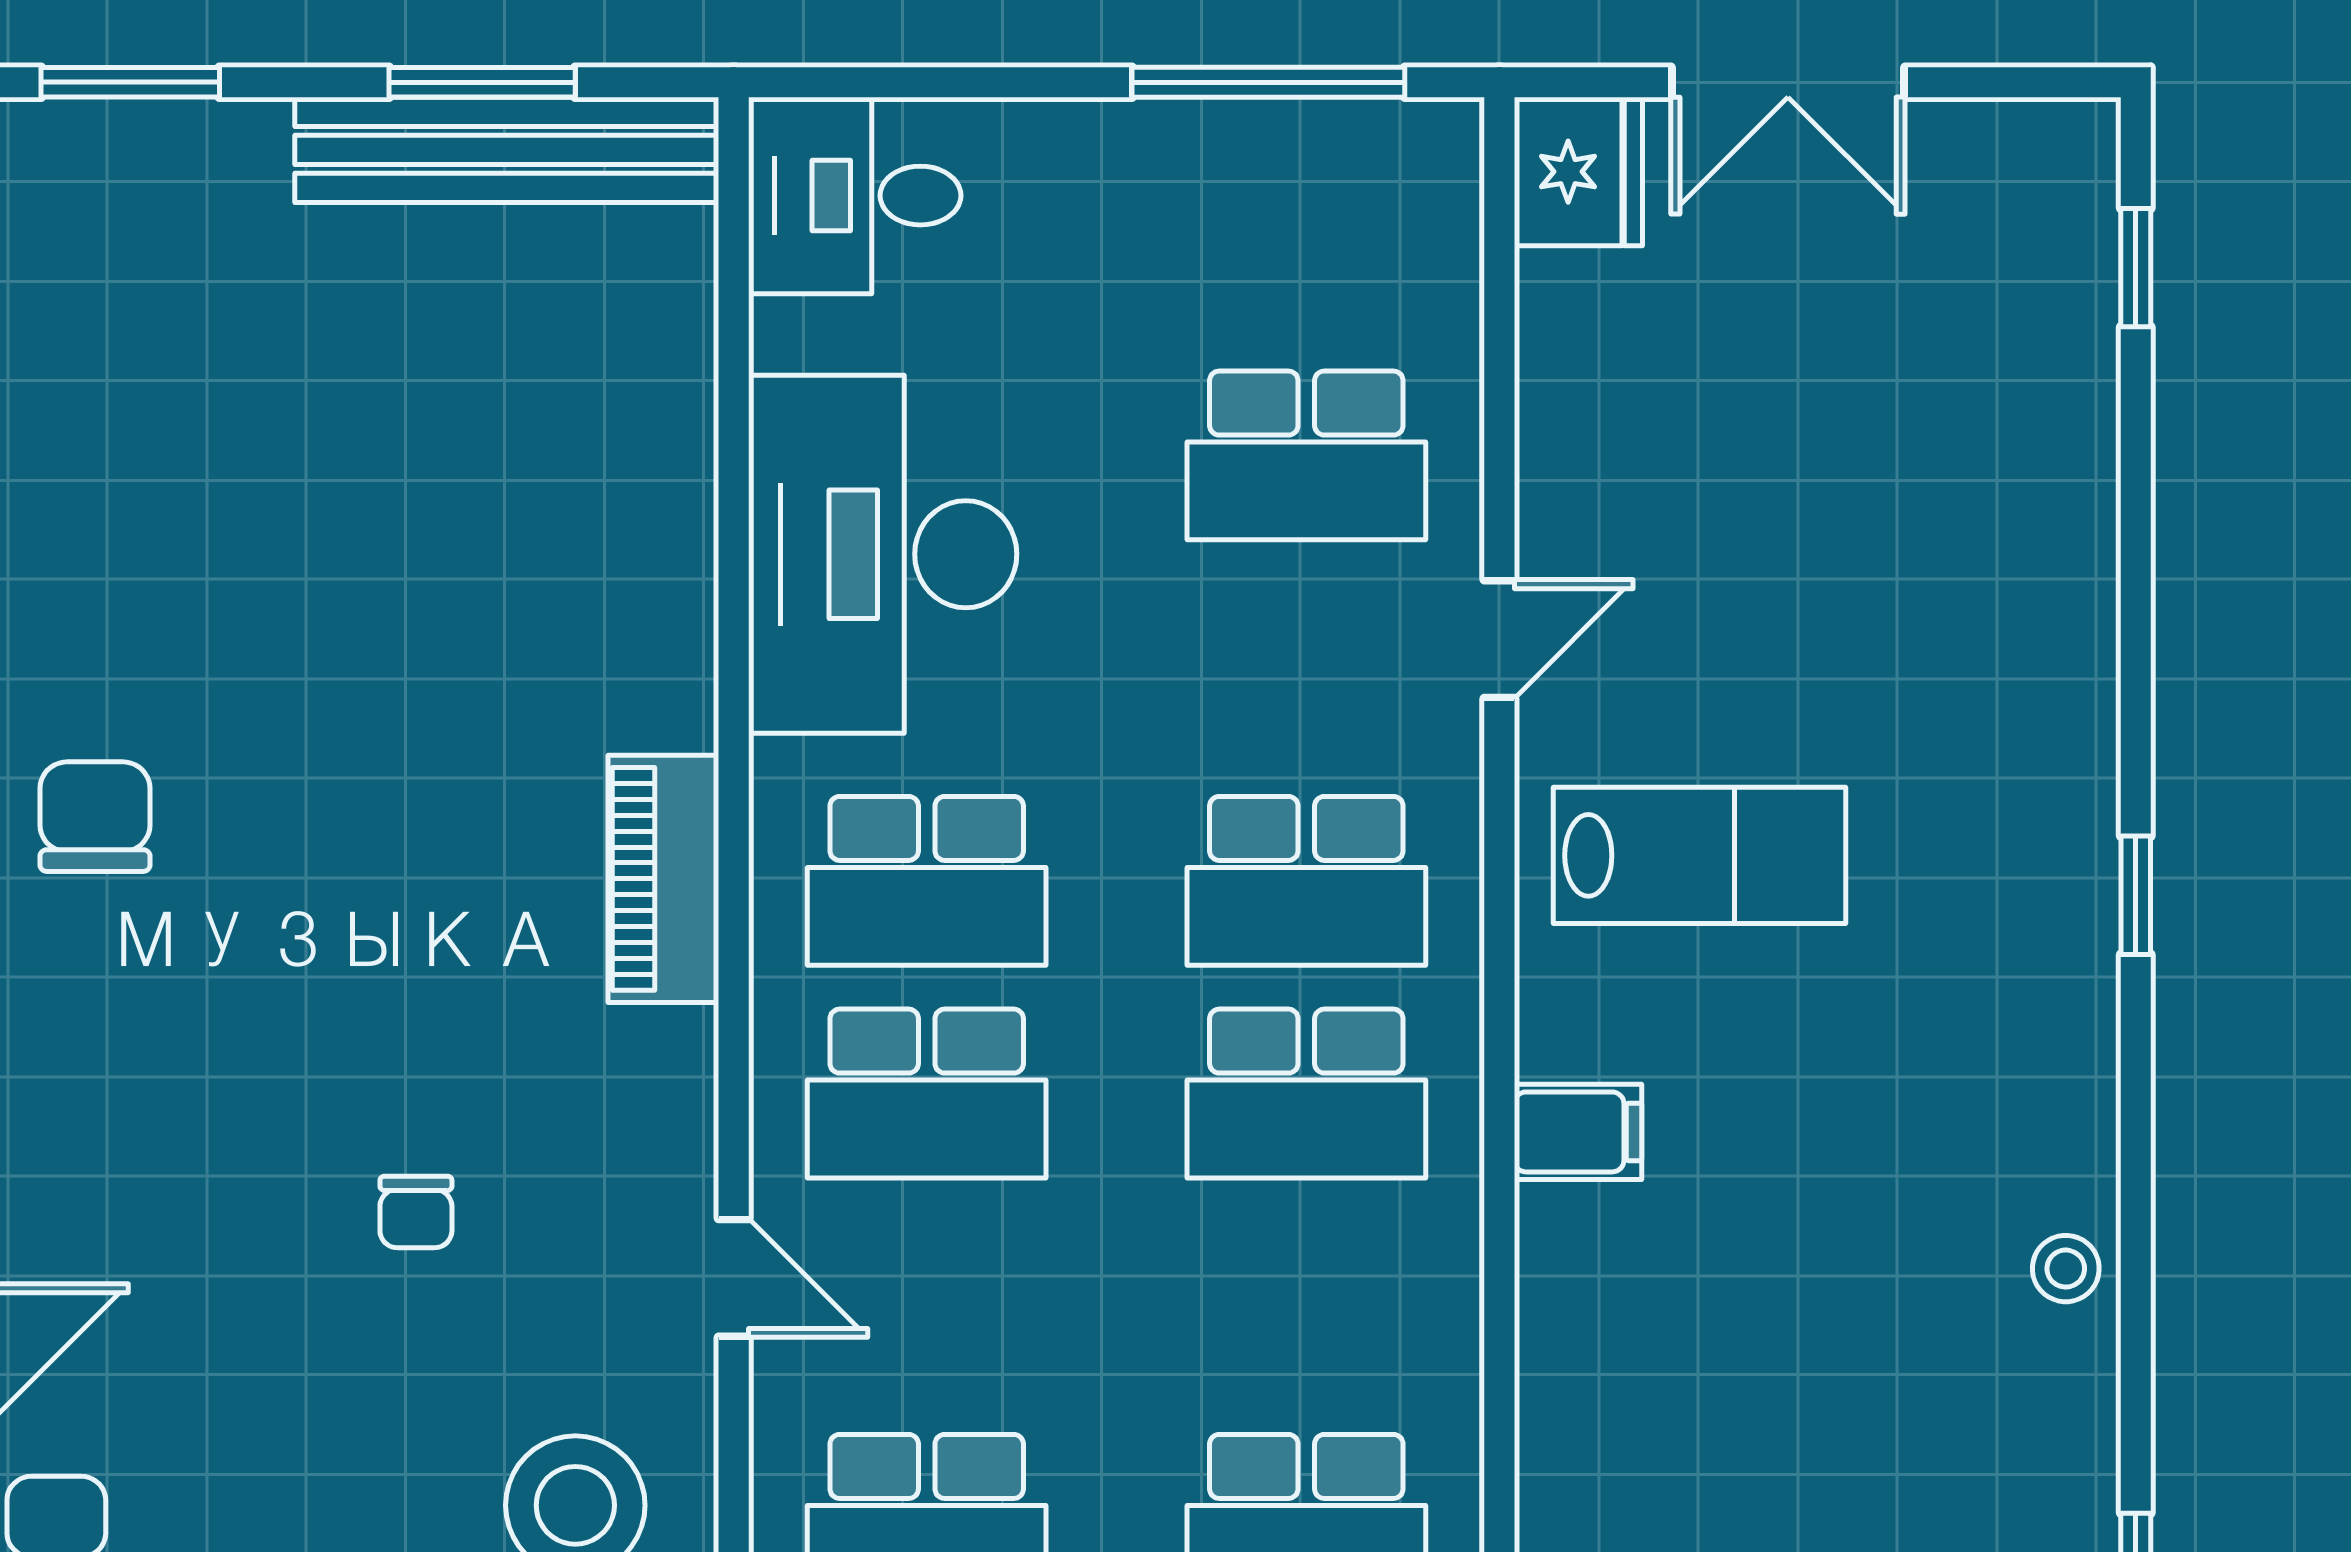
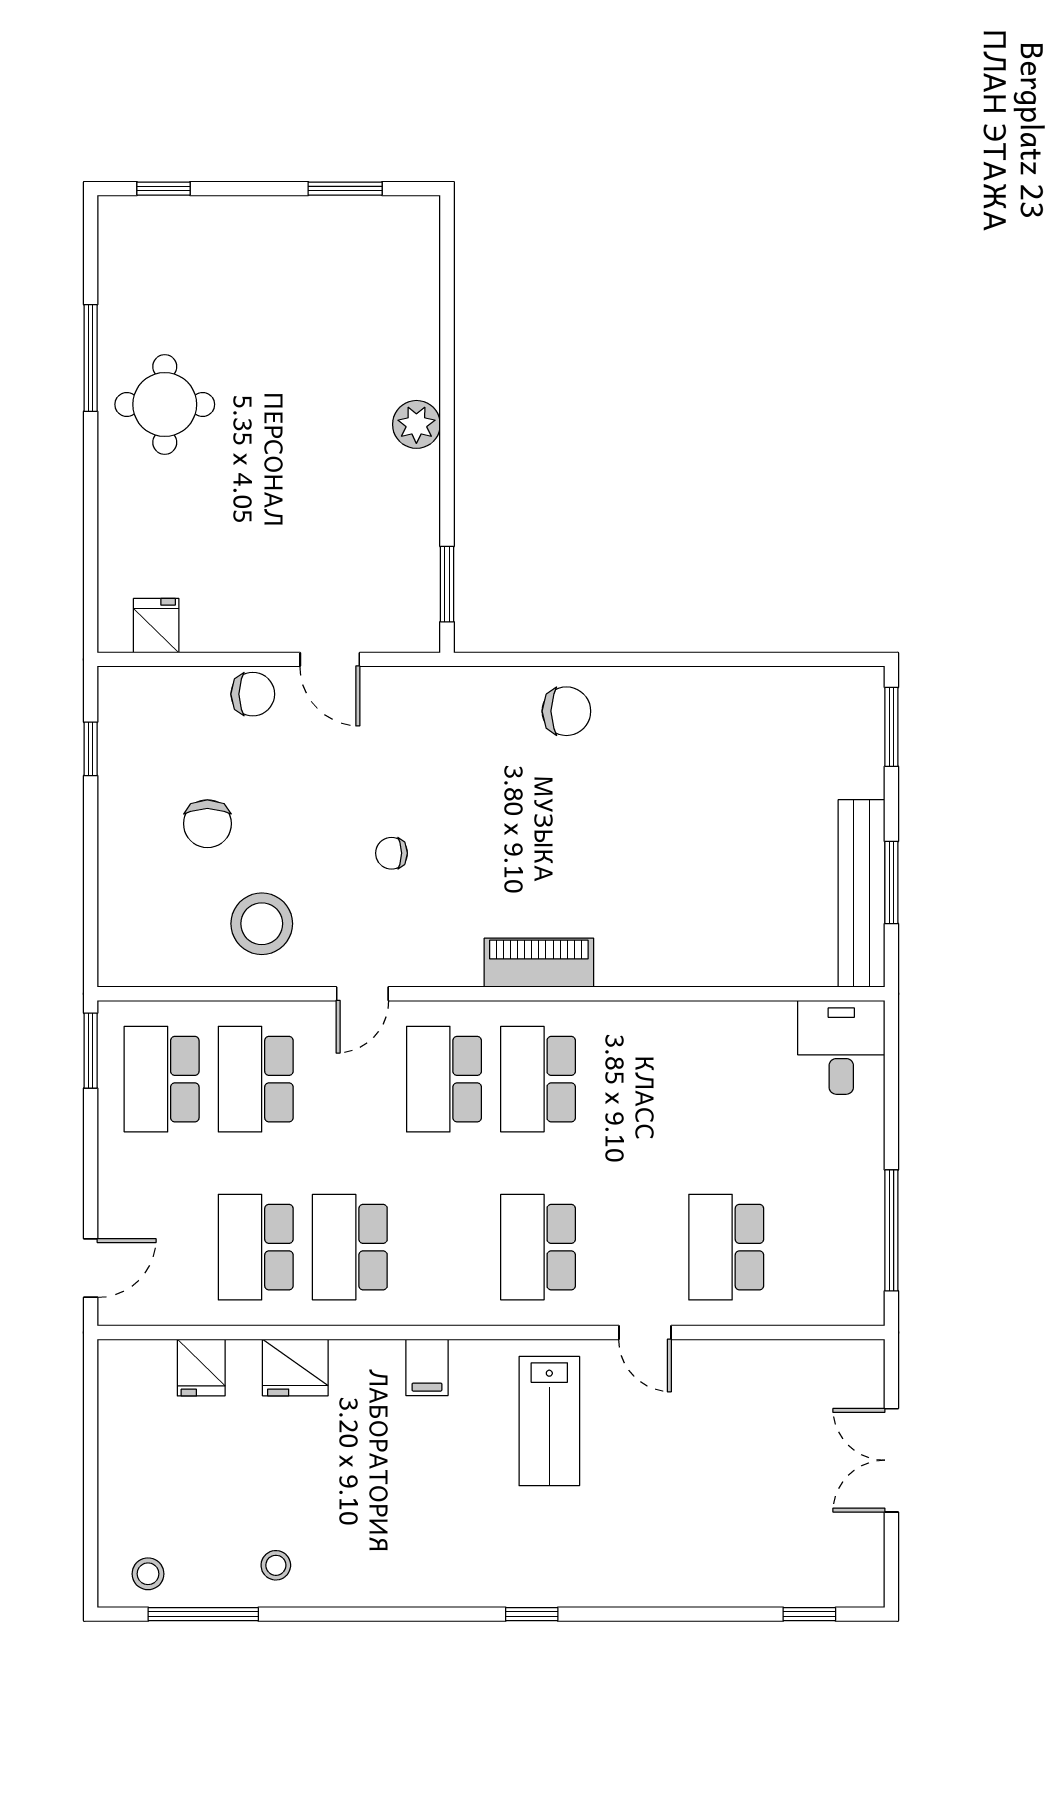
fridge: (1578, 172) -> (295, 1367), moved
desk: (883, 554) -> (683, 1060), removed
school desk: (1306, 1094) -> (350, 1247), moved
stool: (2066, 1269) -> (276, 1565), moved

